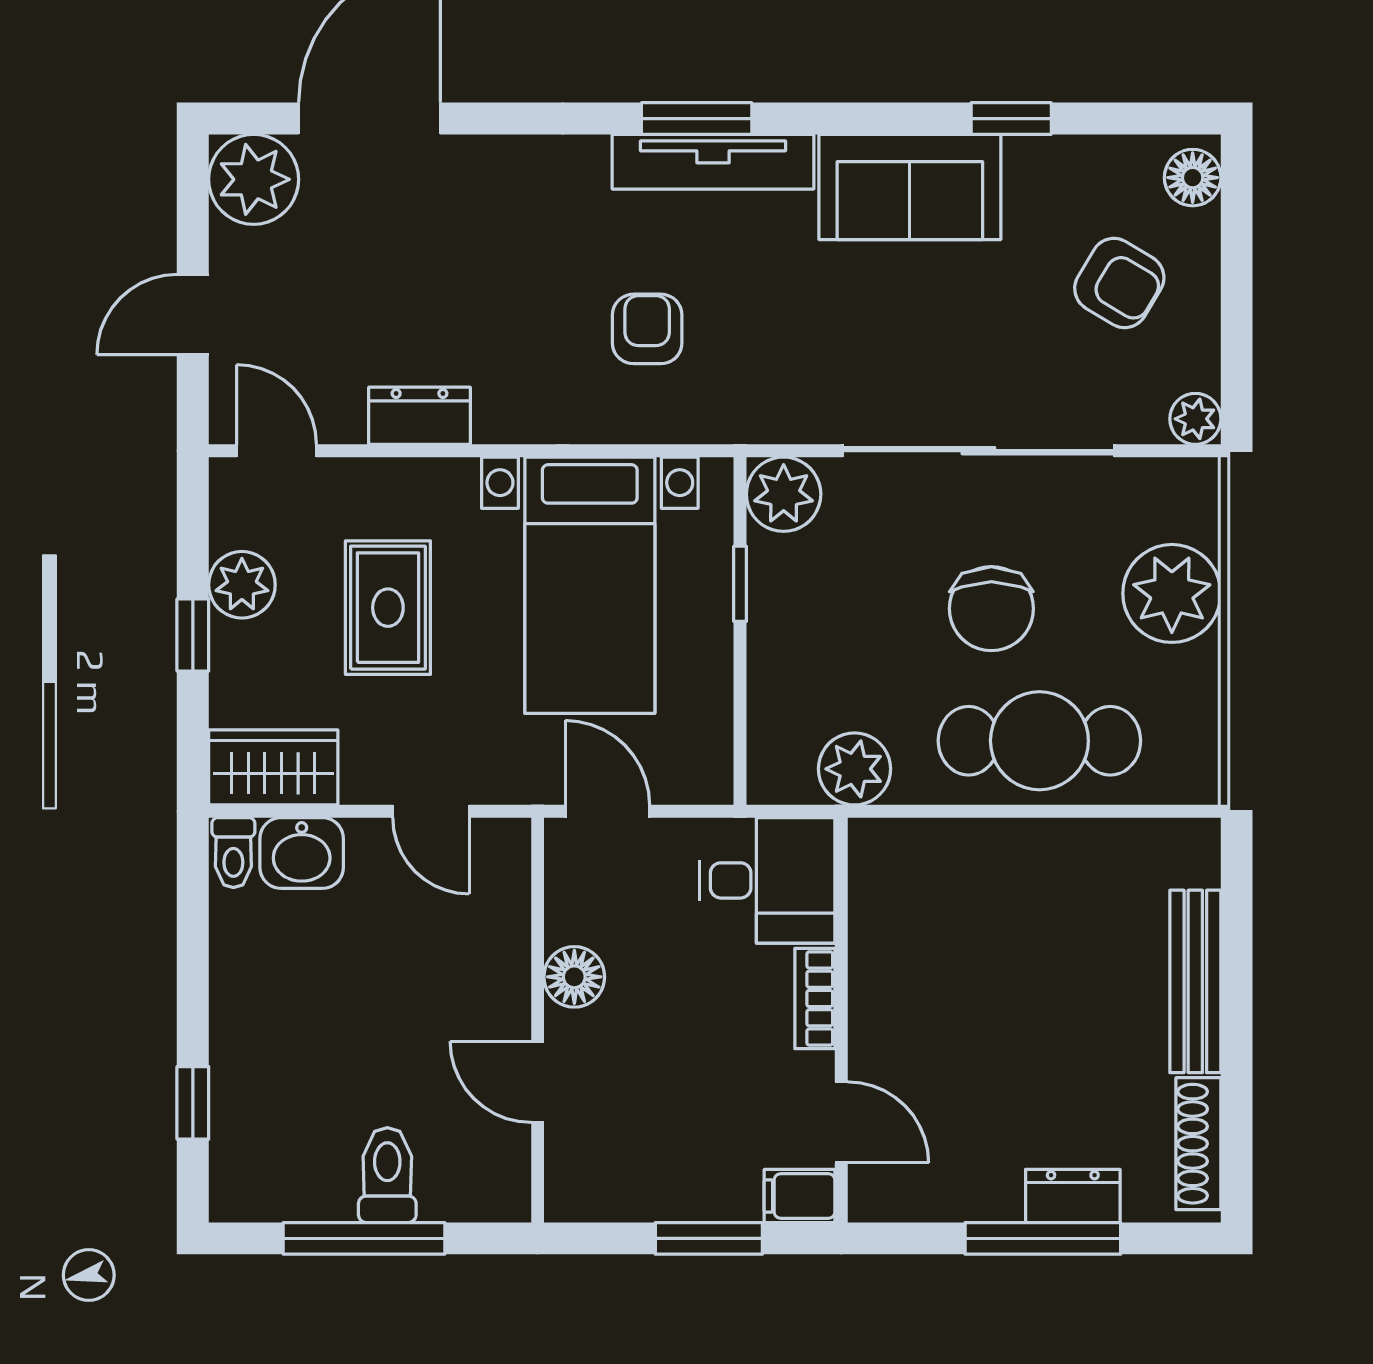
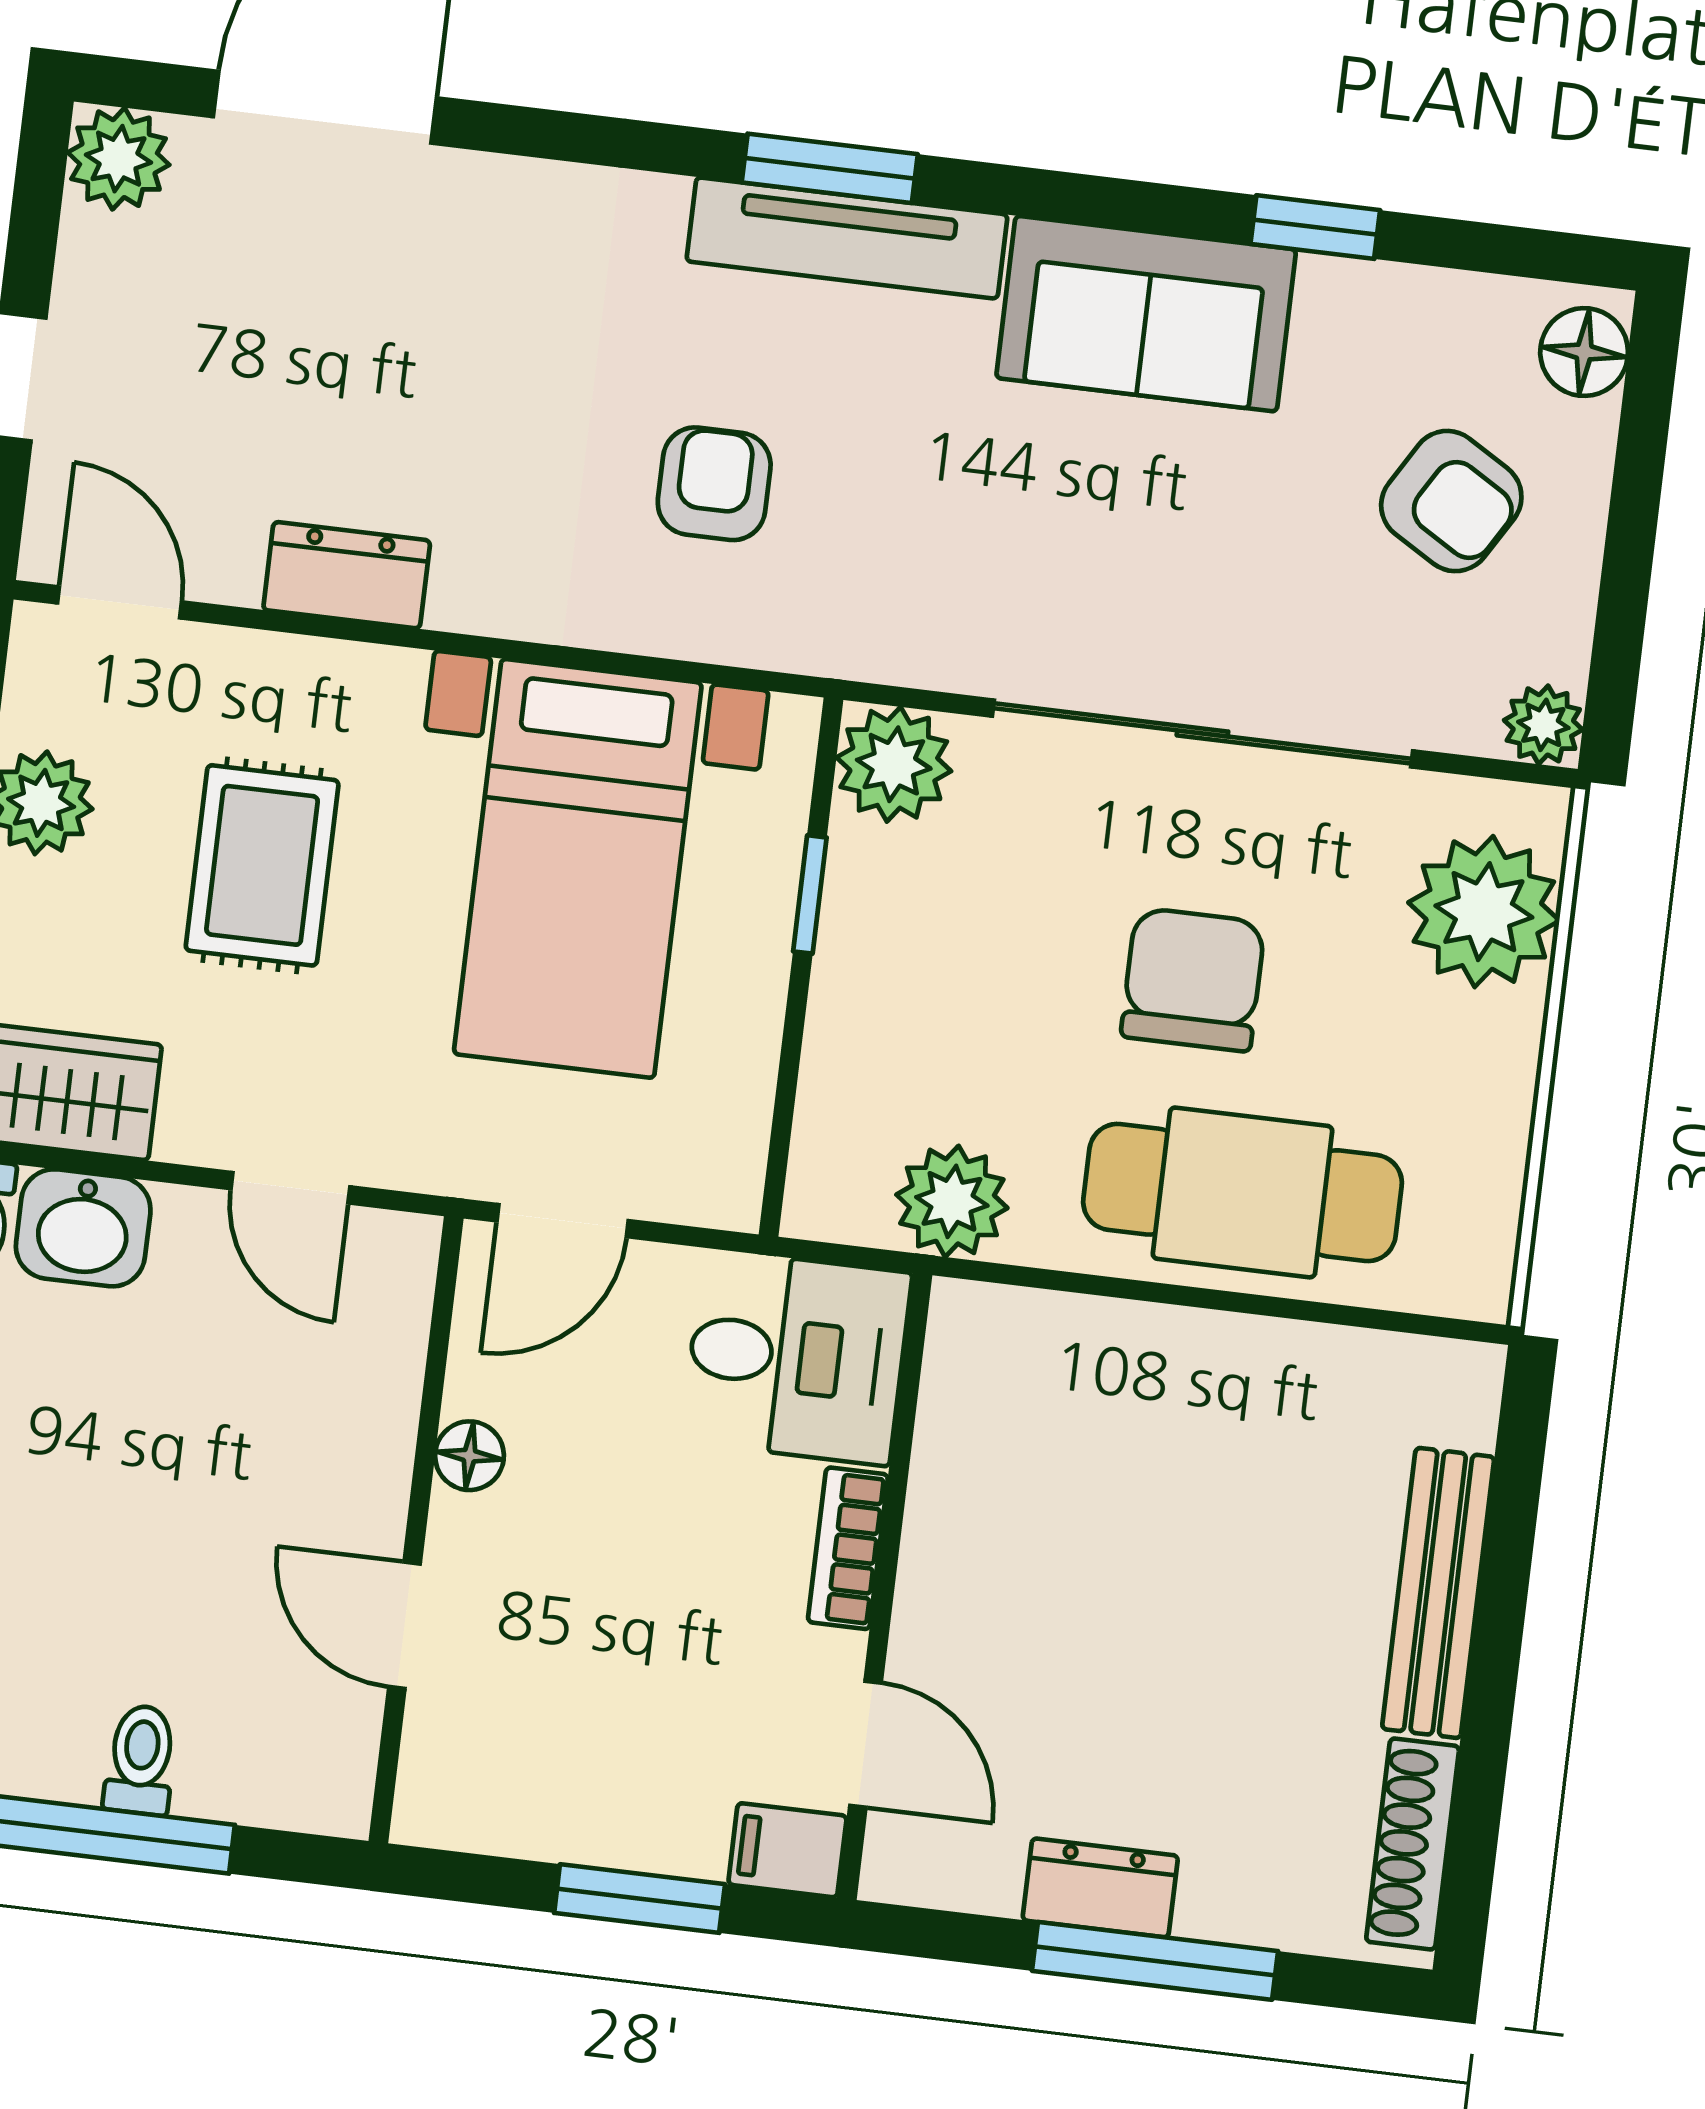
plant: (254, 179) -> (119, 159), width x0.73, depth x0.73
plant: (1172, 593) -> (1484, 912), moved
chair: (991, 609) -> (1193, 980), turned 180
door: (607, 811) -> (563, 1221), swing flipped
floor lamp: (574, 977) -> (470, 1456), width x0.73, depth x0.73
toilet: (387, 1175) -> (141, 1760), width x0.73, depth x0.72
dresser: (1073, 1196) -> (1100, 1888), moved

